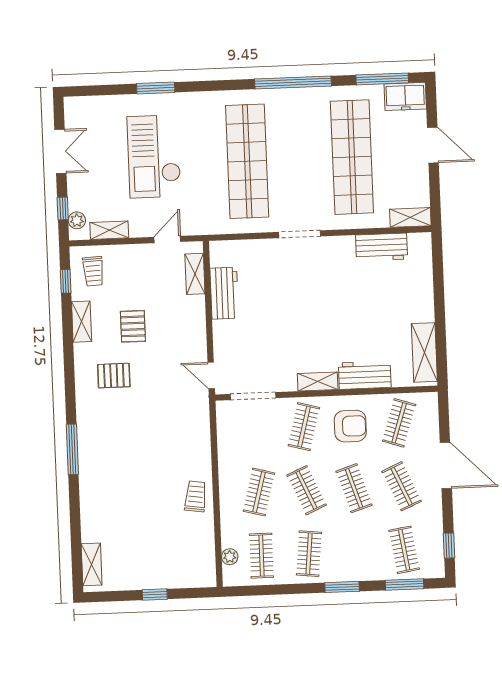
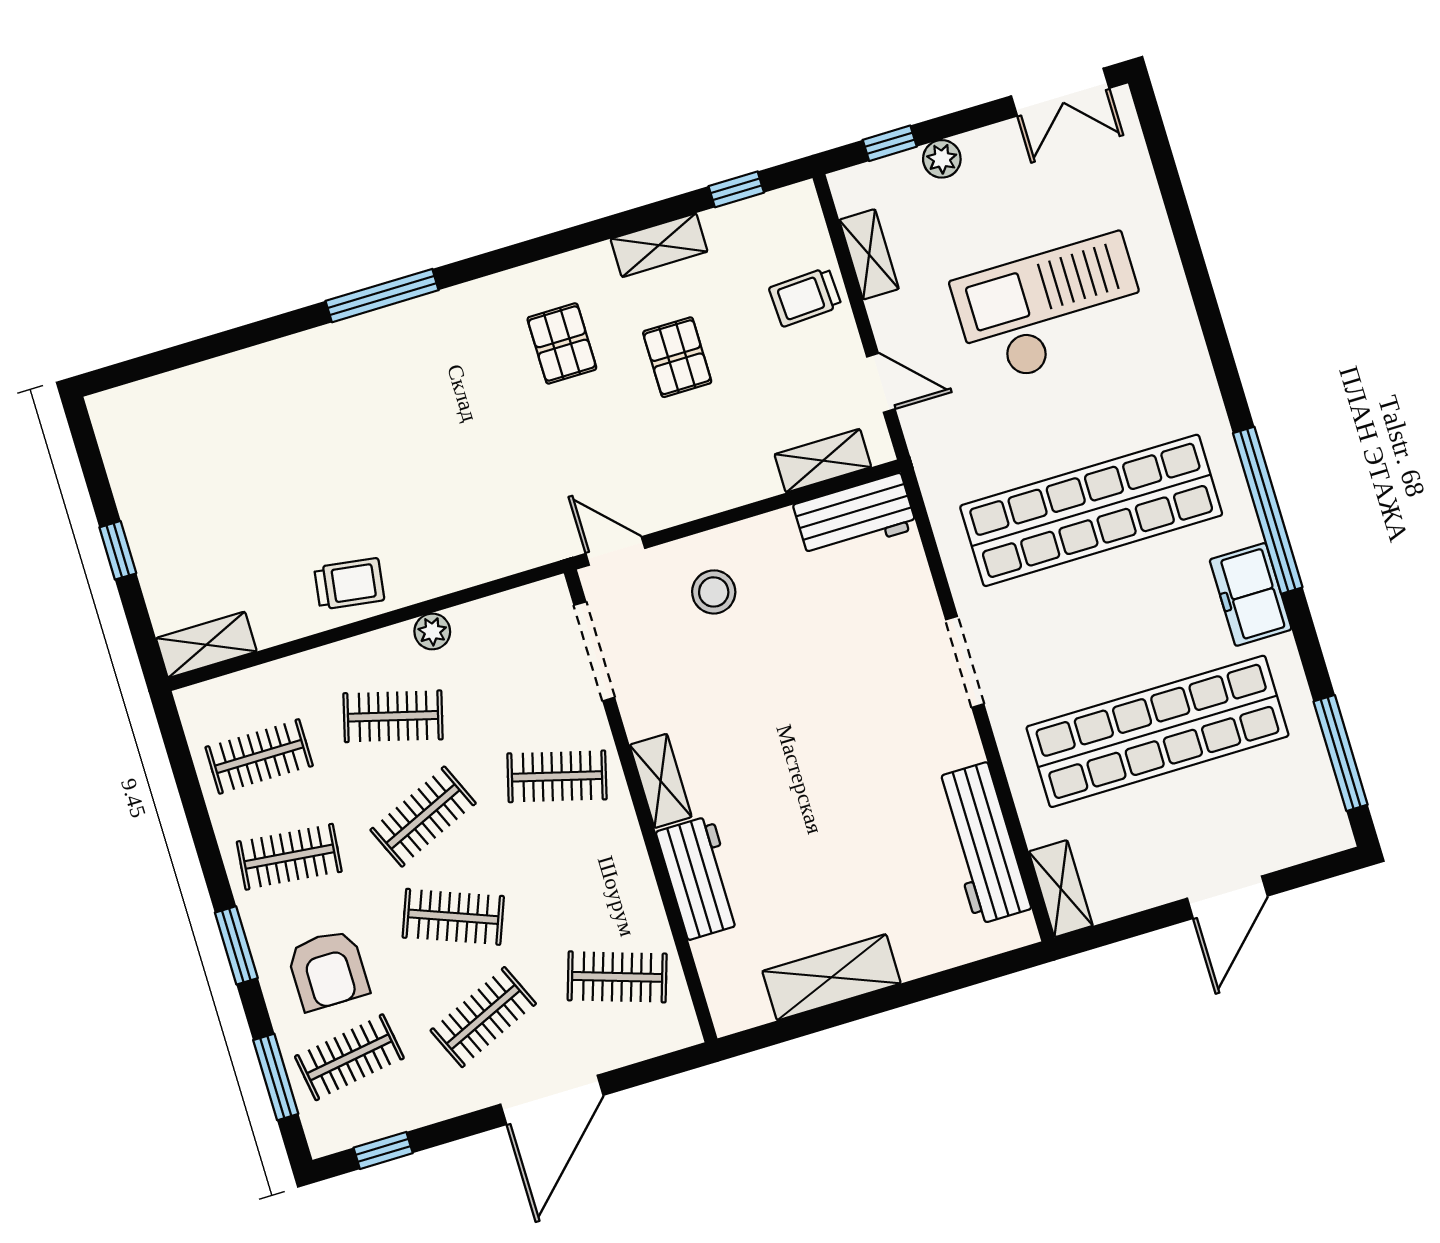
window: (293, 82) -> (1268, 510), moved
window: (156, 88) -> (1197, 275), removed
freezer: (405, 96) -> (1251, 594), moved
double door: (60, 151) -> (1060, 92), moved
plant: (77, 220) -> (942, 159), moved
workbench: (382, 247) -> (982, 843), width x1.37
trolley: (93, 271) -> (805, 297), moved
workbench: (224, 293) -> (855, 516), moved
pallet: (133, 326) -> (677, 357), turned 90
stool: (240, 337) -> (714, 592), added
shelving: (424, 352) -> (832, 977), moved
door: (211, 375) -> (615, 551), hinge flipped
armchair: (350, 426) -> (328, 970), moved
clothes rail: (354, 488) -> (453, 917), turned 39
plant: (230, 557) -> (432, 631), moved
shelving: (92, 564) -> (206, 645), moved

